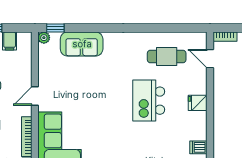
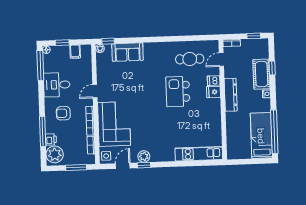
door: (210, 59) -> (221, 59), hinge flipped
dresser: (221, 108) -> (231, 95), added
dishwasher: (198, 147) -> (214, 81), moved

